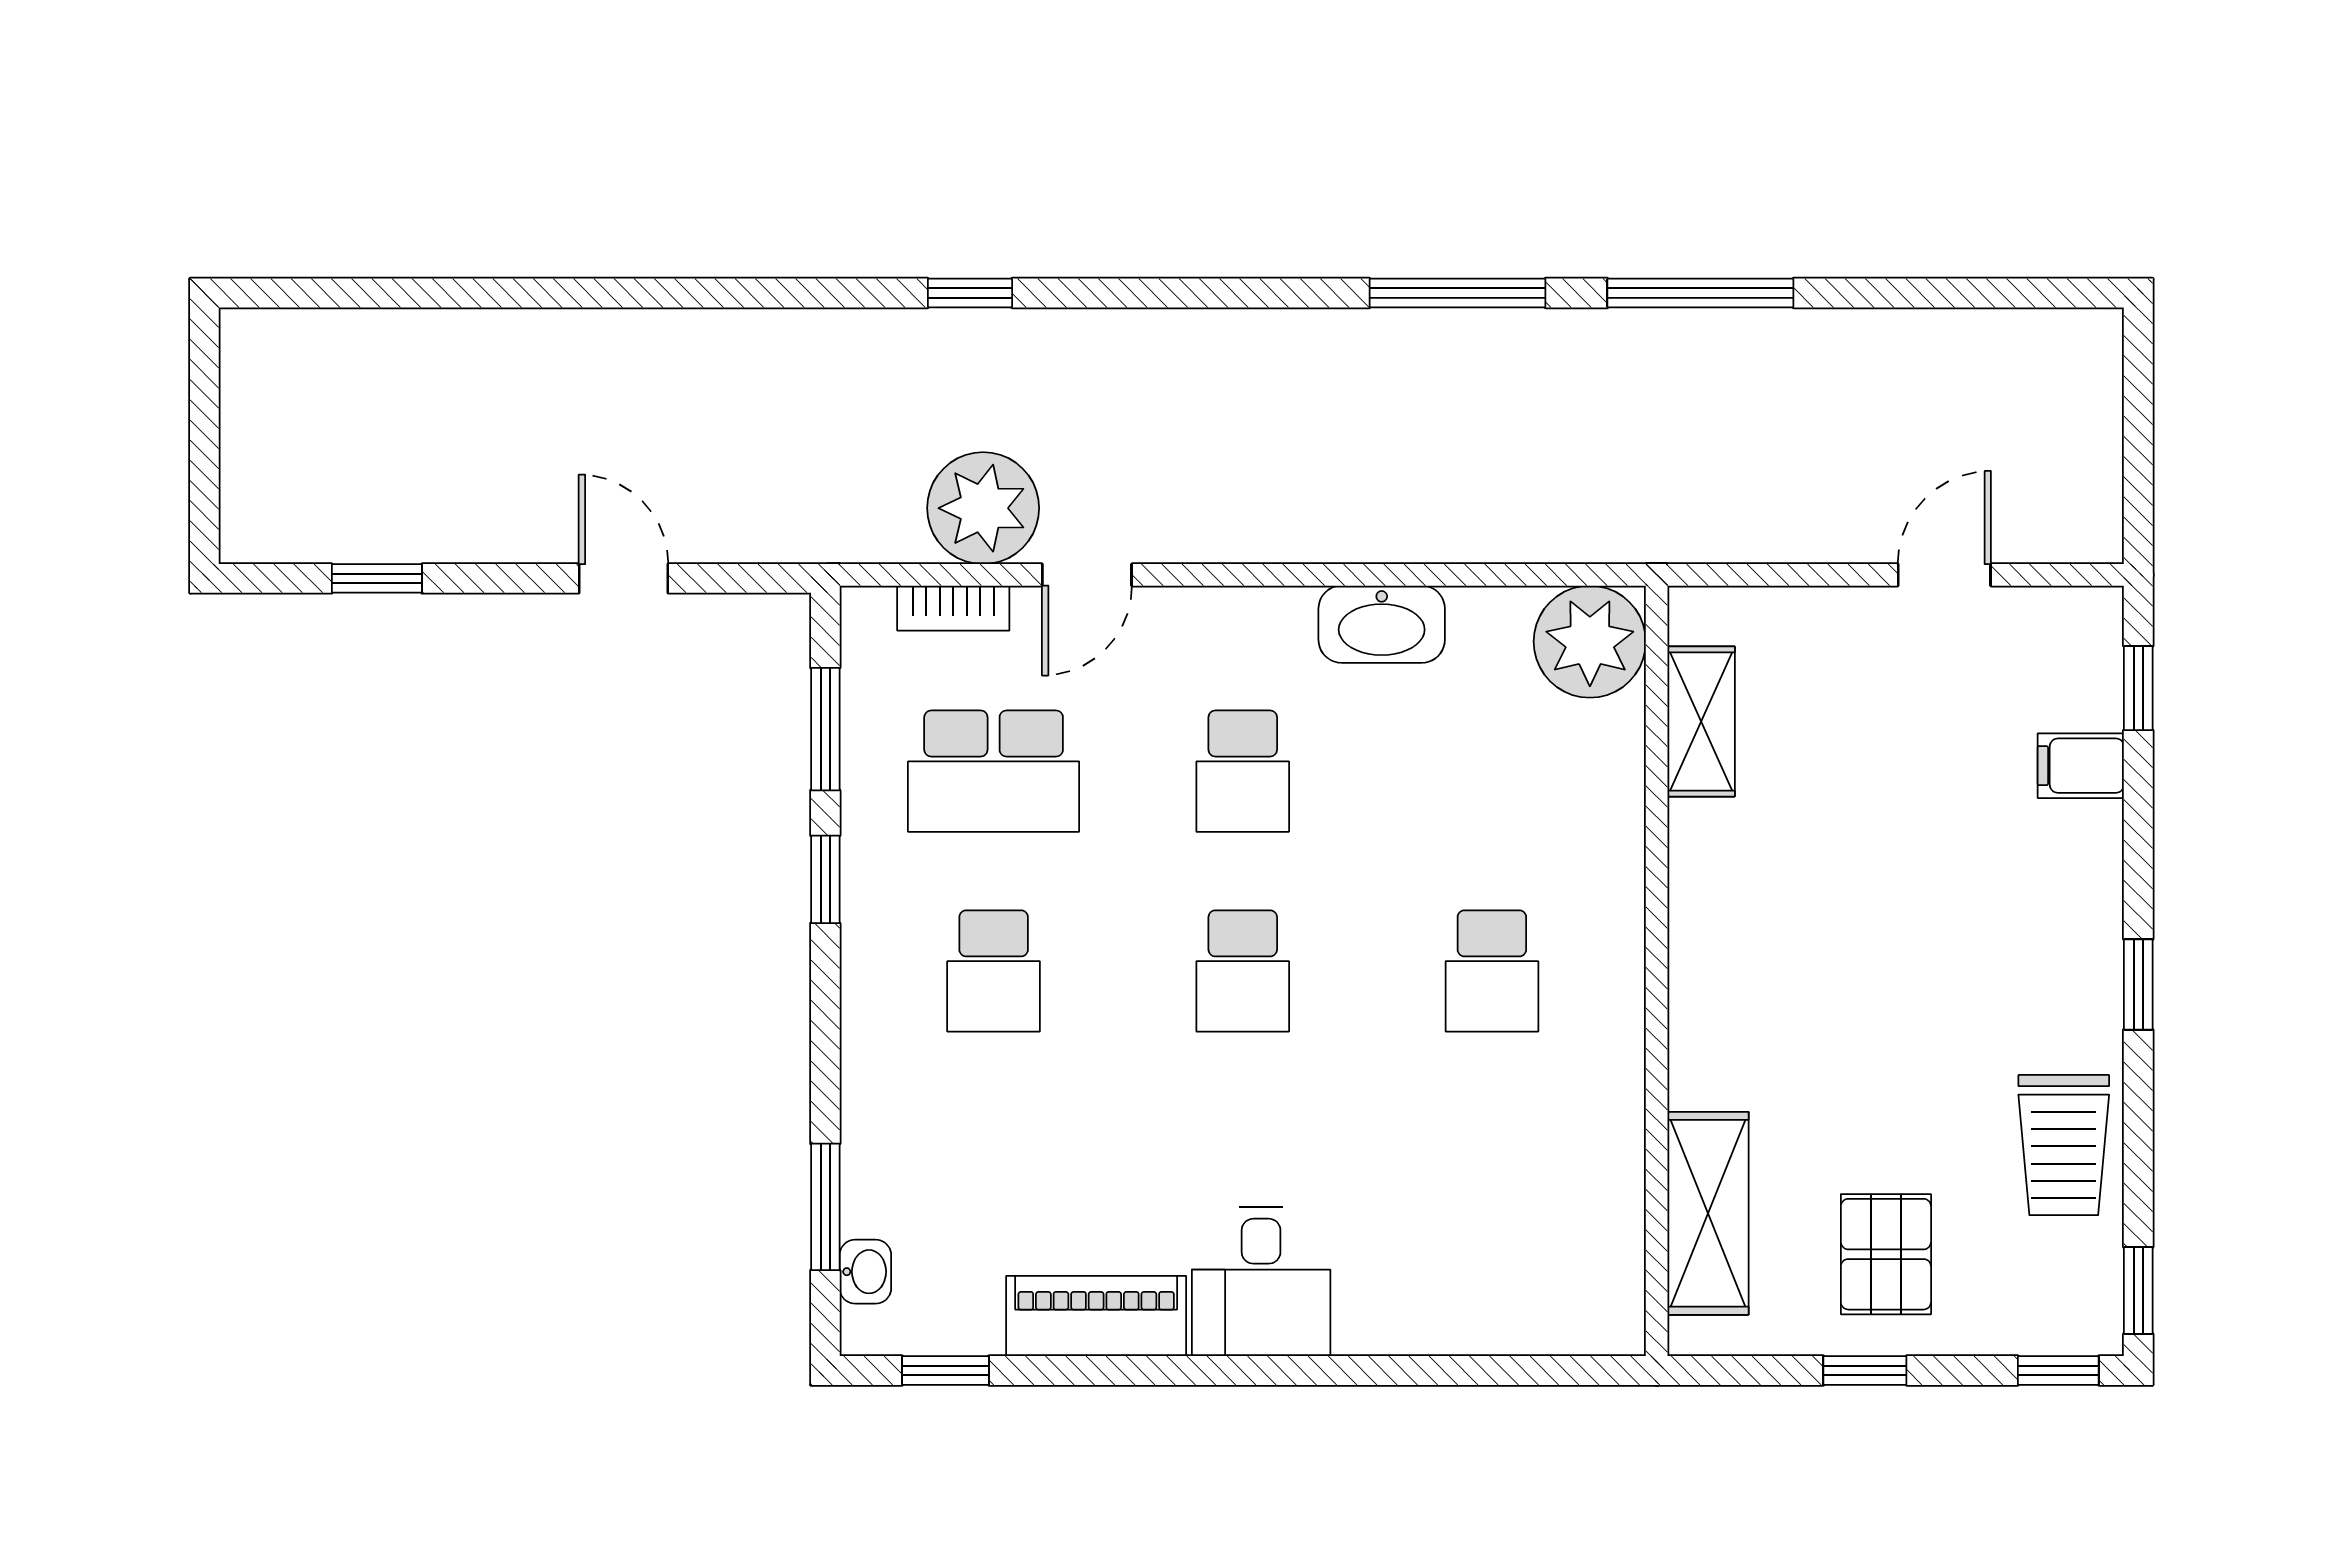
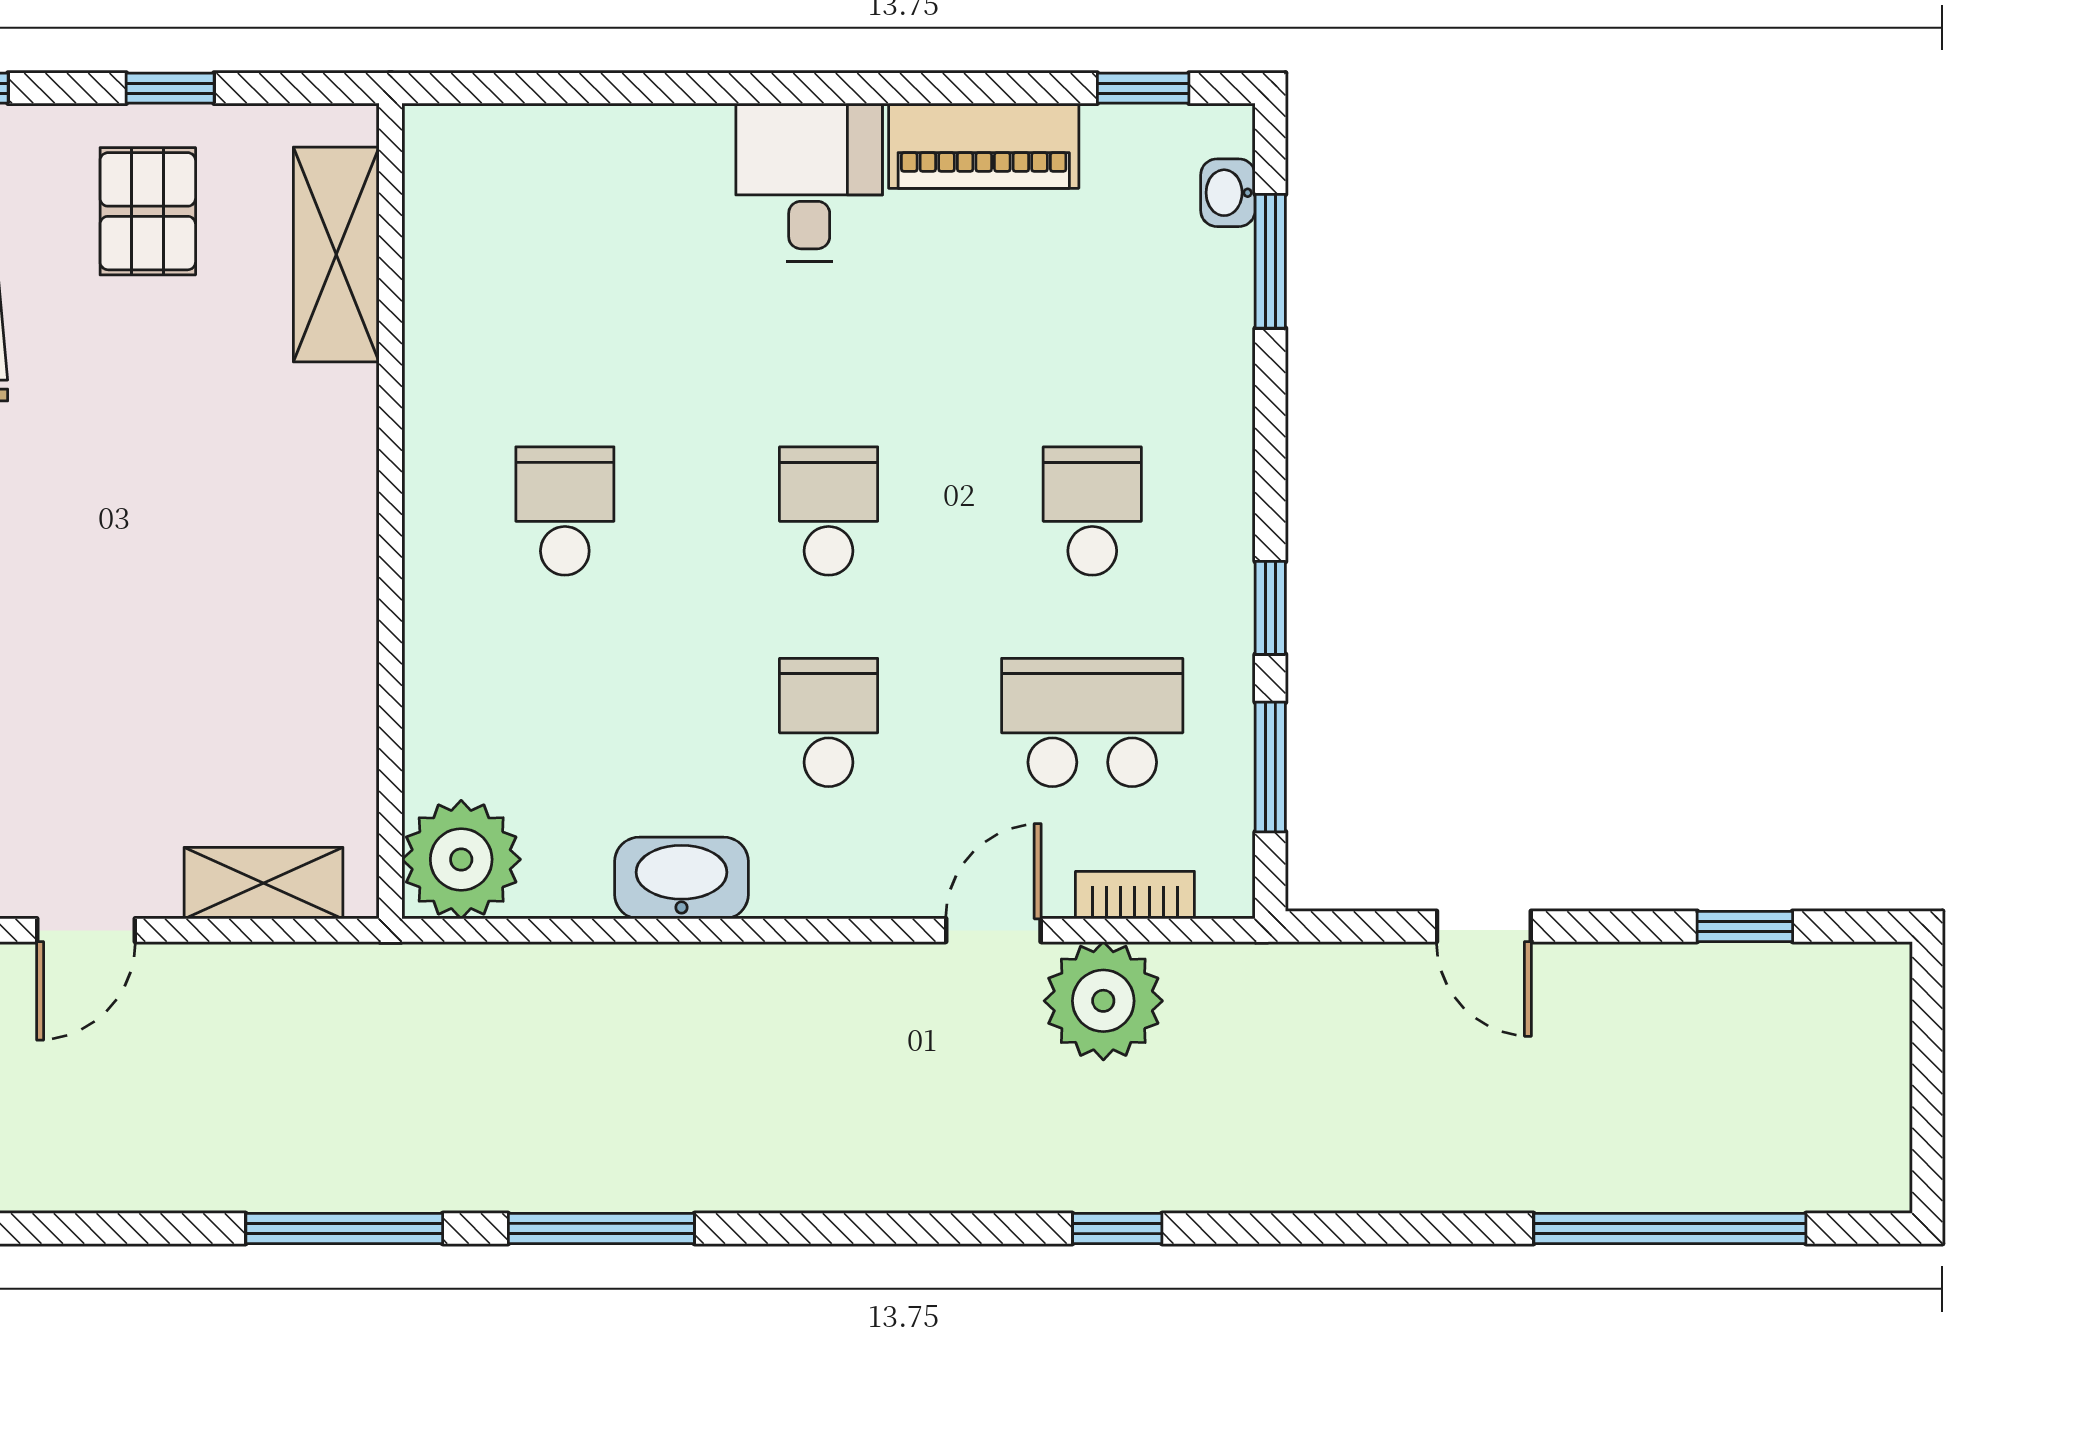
window: (448, 293) -> (1670, 1228), added
shelving: (1701, 721) -> (264, 883), moved, turned 90

